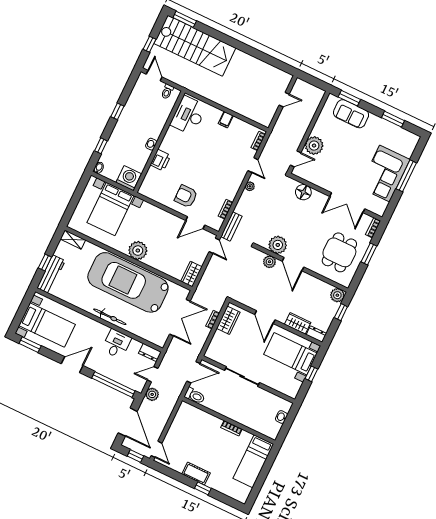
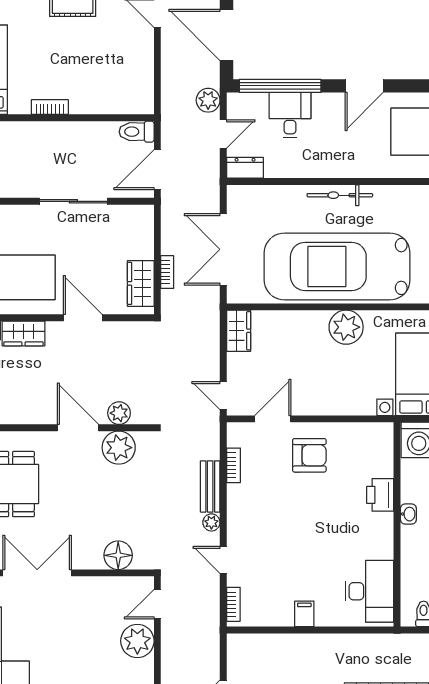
bench: (231, 226) -> (210, 486), moved
car: (128, 282) -> (337, 266), turned 180
desk: (117, 344) -> (290, 115), moved, turned 180

